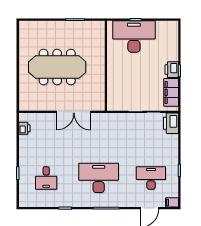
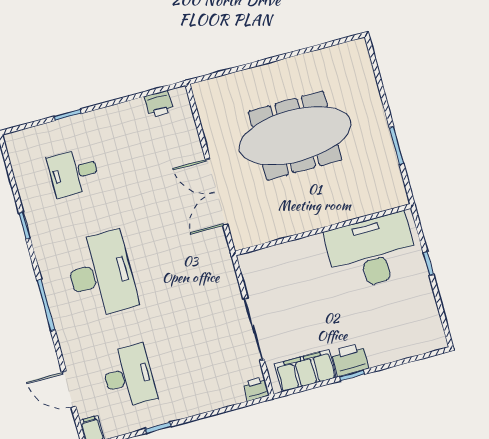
desk: (134, 37) -> (372, 252), moved, turned -90
meeting table: (57, 67) -> (295, 136), turned 90
printer: (171, 123) -> (256, 389), width x0.53, depth x0.68

